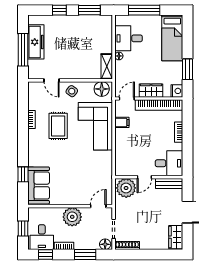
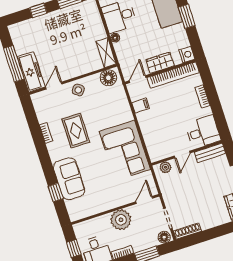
freezer: (36, 42) -> (31, 72), moved
window: (188, 69) -> (187, 16), moved
door: (52, 80) -> (54, 86), swing flipped
corner sofa: (95, 126) -> (125, 150), moved
sofa: (39, 185) -> (69, 179), moved
plant: (126, 188) -> (165, 167), width x0.53, depth x0.53

